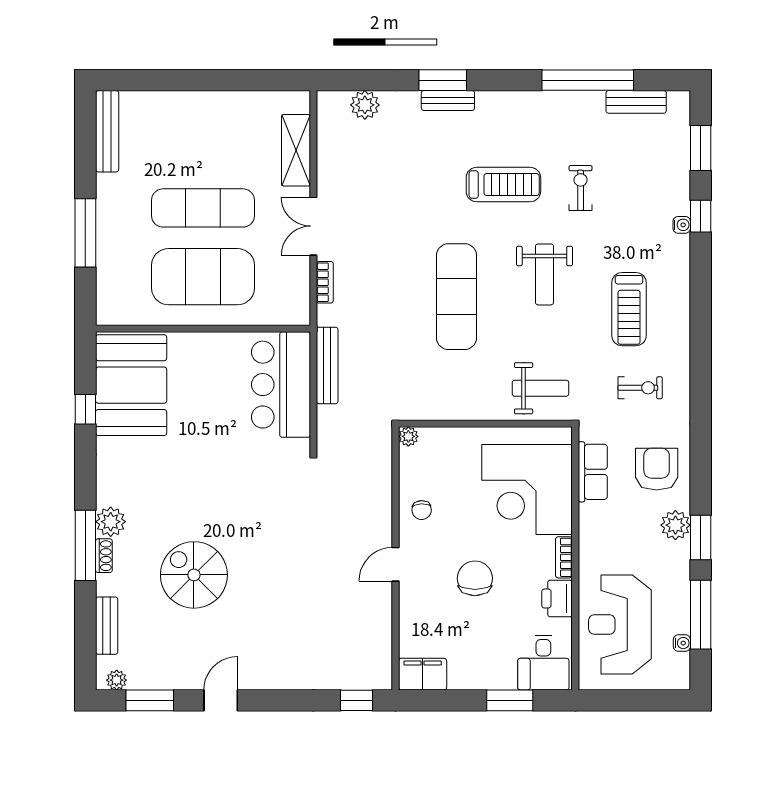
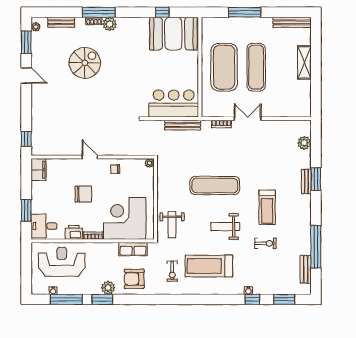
shelving: (296, 150) -> (304, 62), moved, turned 90
treadmill: (629, 309) -> (209, 266), width x1.37, depth x1.38
armchair: (657, 469) -> (134, 279), turned 180

